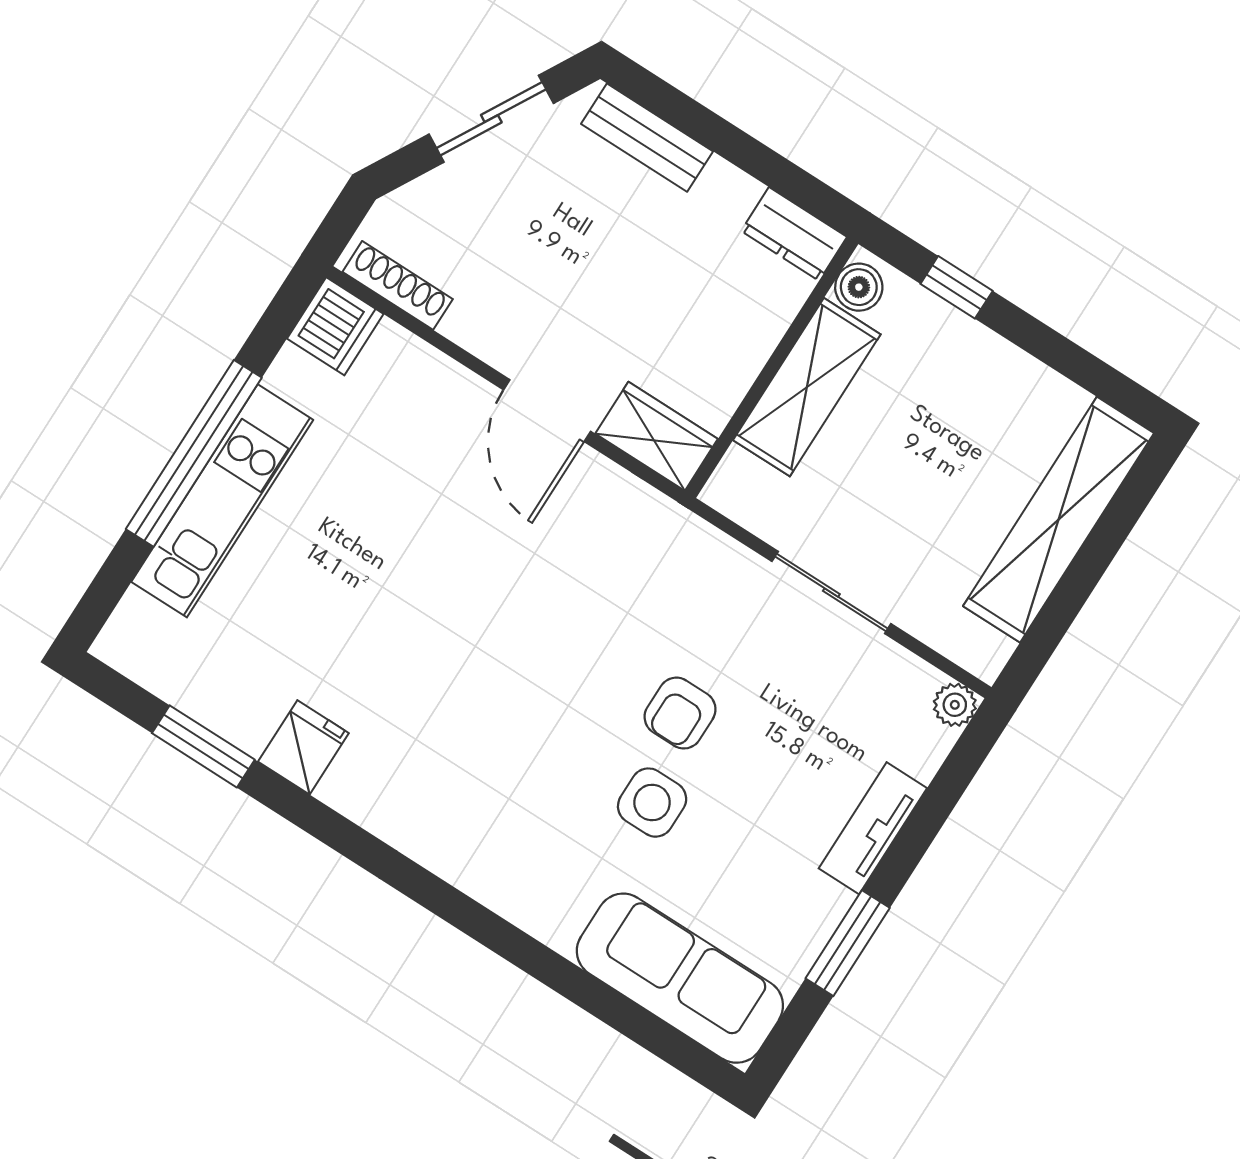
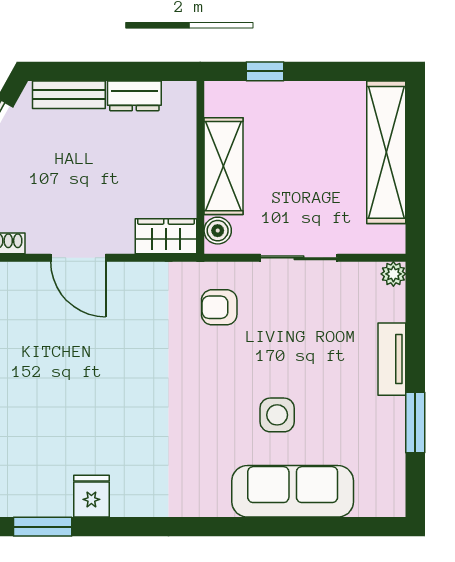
dresser: (794, 234) -> (134, 96), moved
boiler: (859, 287) -> (218, 231), moved
door: (547, 411) -> (78, 258), moved
armchair: (680, 713) -> (219, 307), moved, turned 90
sofa: (680, 978) -> (293, 491), moved

